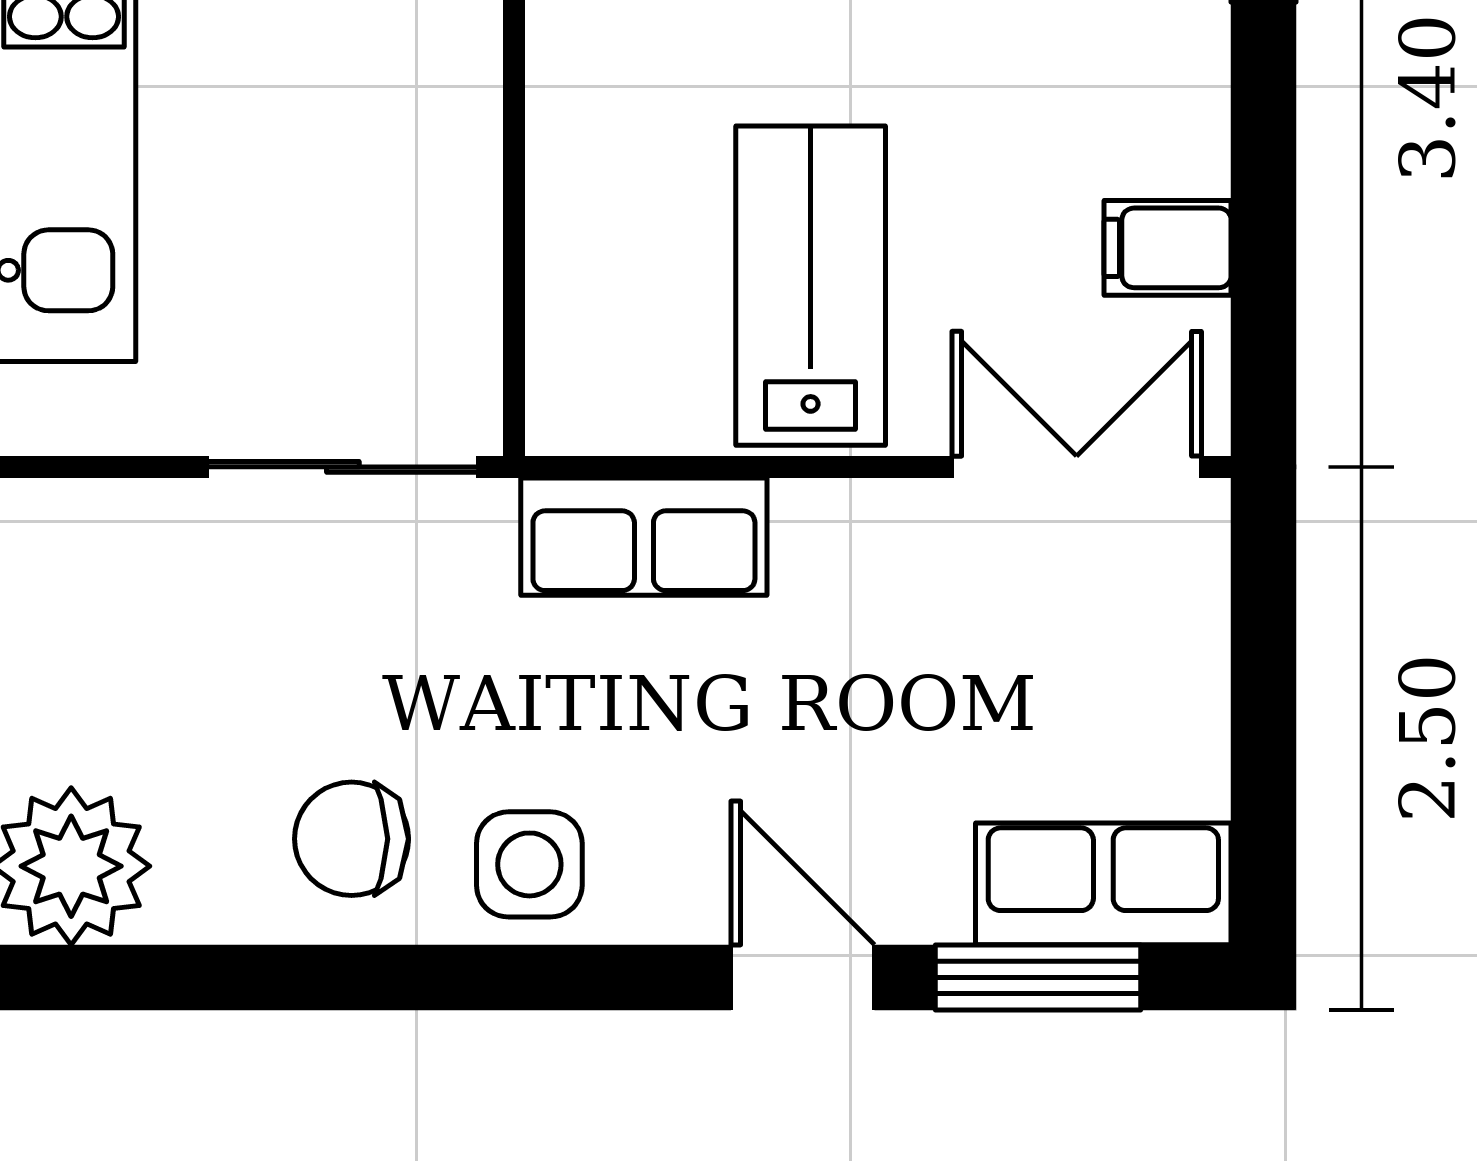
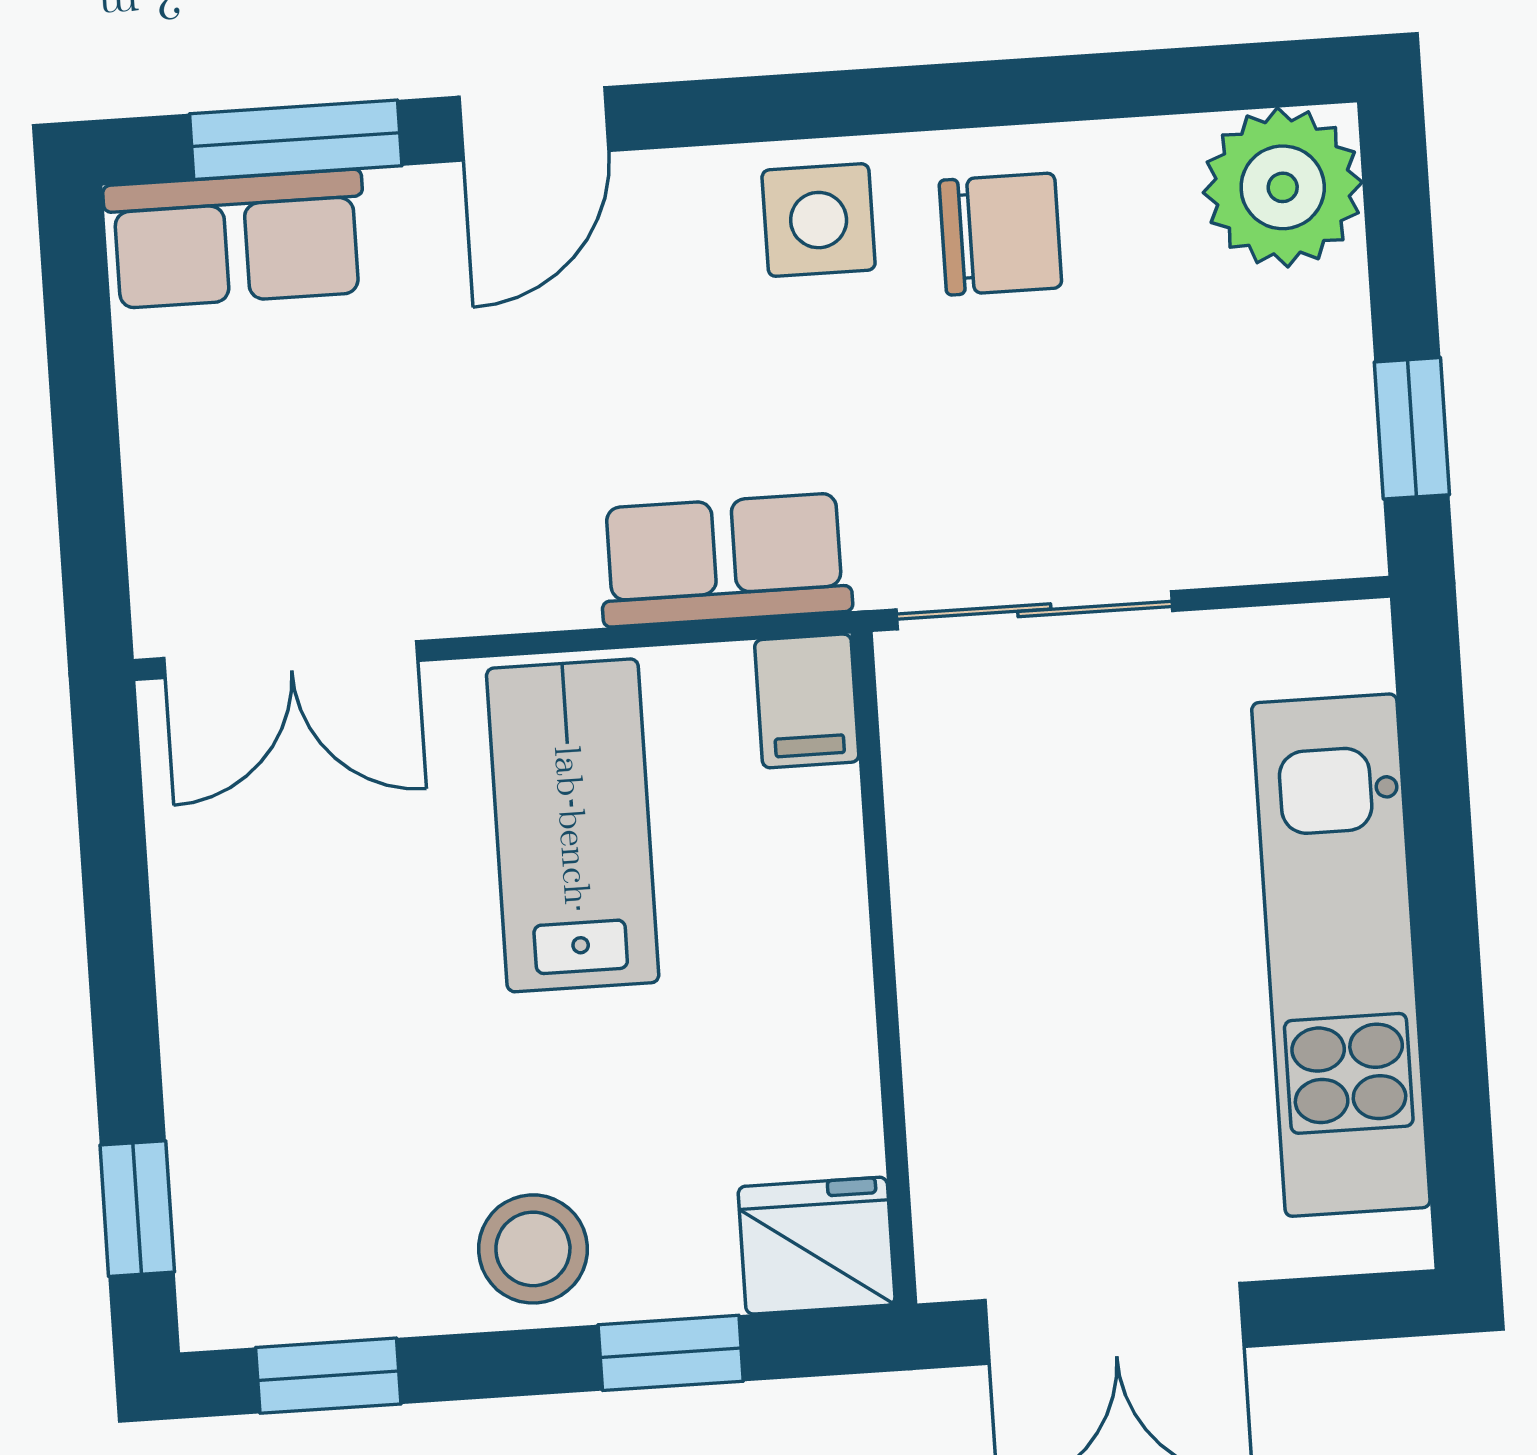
filing cabinet: (1168, 248) -> (807, 701), moved, turned 90
lab bench: (811, 286) -> (573, 825), turned 180
door: (803, 977) -> (534, 124), hinge flipped

